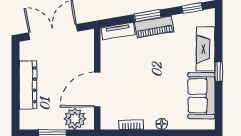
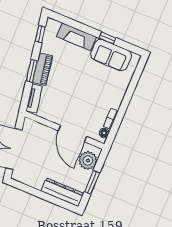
window: (219, 71) -> (107, 38), moved
dresser: (28, 85) -> (62, 192), moved
floor lamp: (162, 124) -> (104, 133), moved

